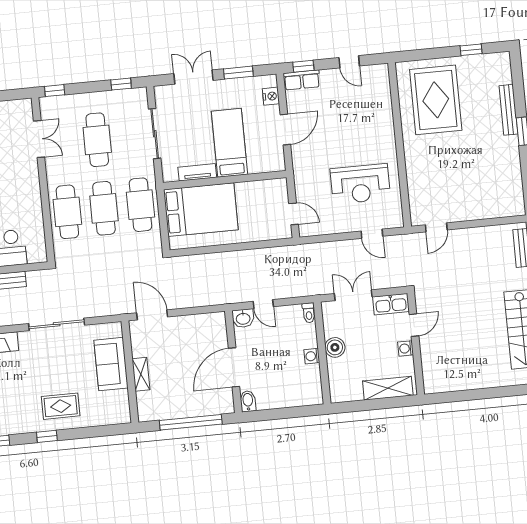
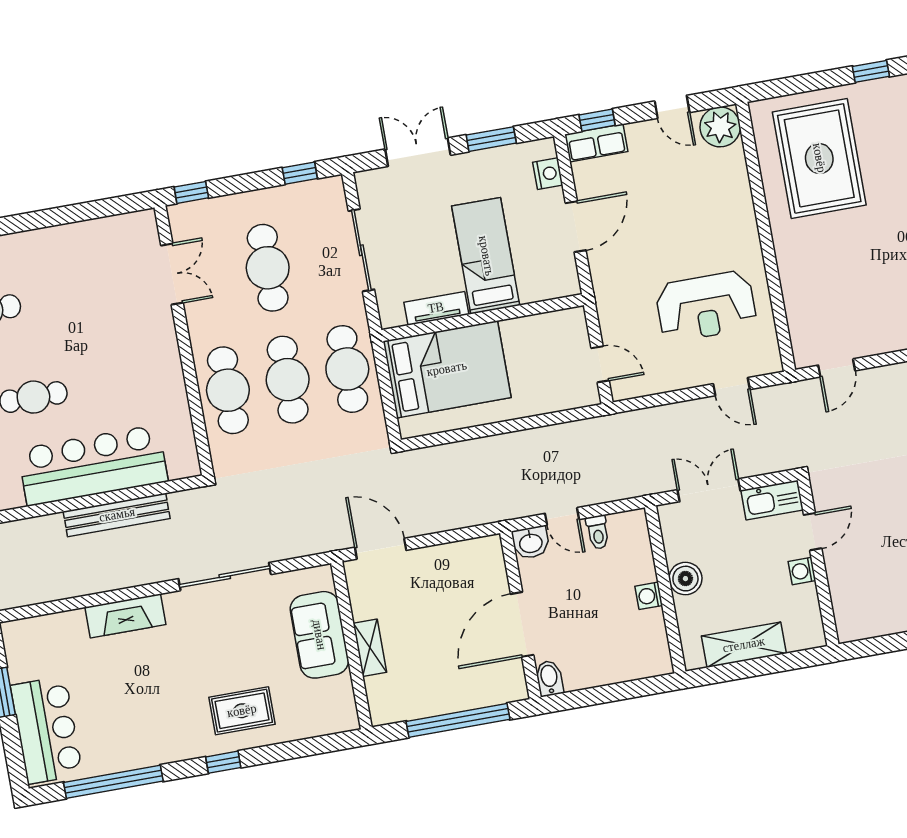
plant: (377, 76) -> (720, 127), added
toilet: (309, 313) -> (598, 532), moved
shelving: (388, 388) -> (744, 645), moved

